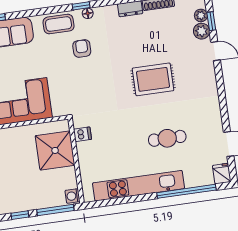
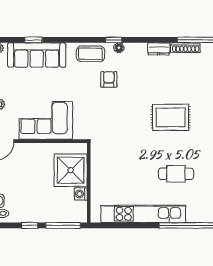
dishwasher: (82, 134) -> (98, 159), removed
washing machine: (72, 196) -> (81, 194), moved

